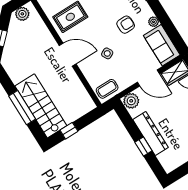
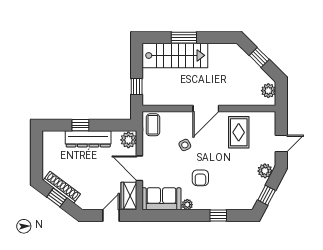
door: (148, 78) -> (139, 168), hinge flipped
window: (22, 108) -> (184, 38), width x0.69
window: (69, 131) -> (137, 86), moved

